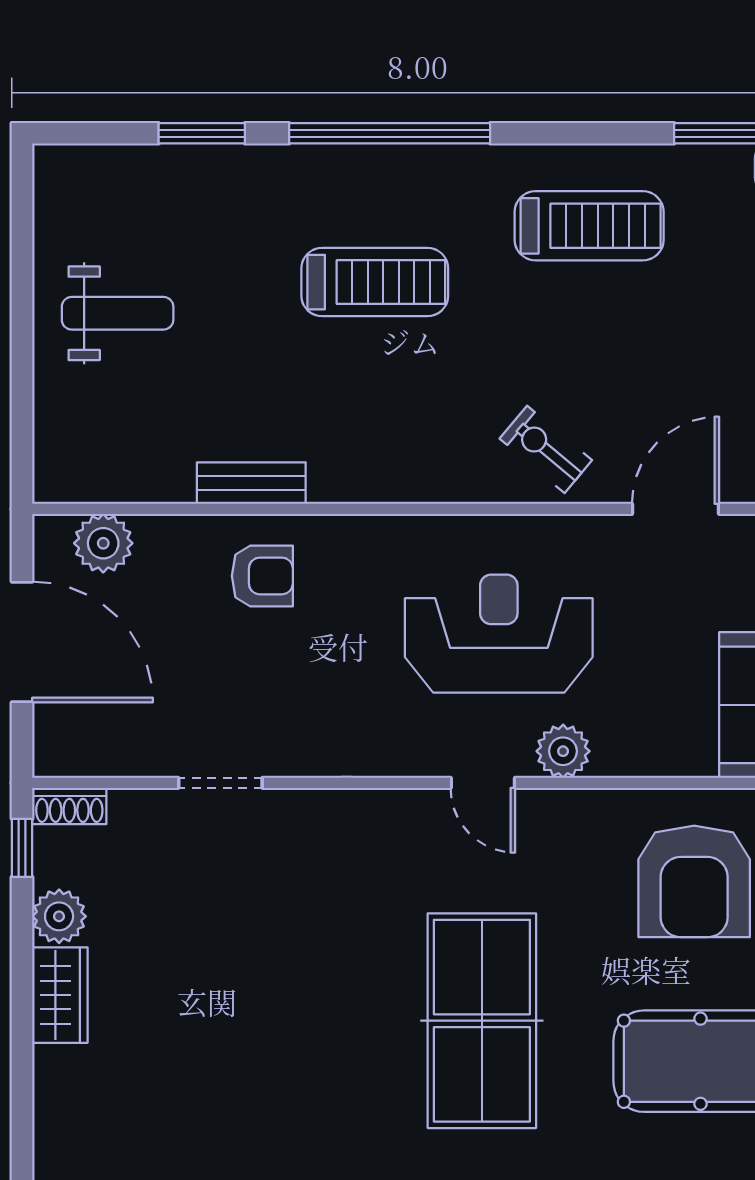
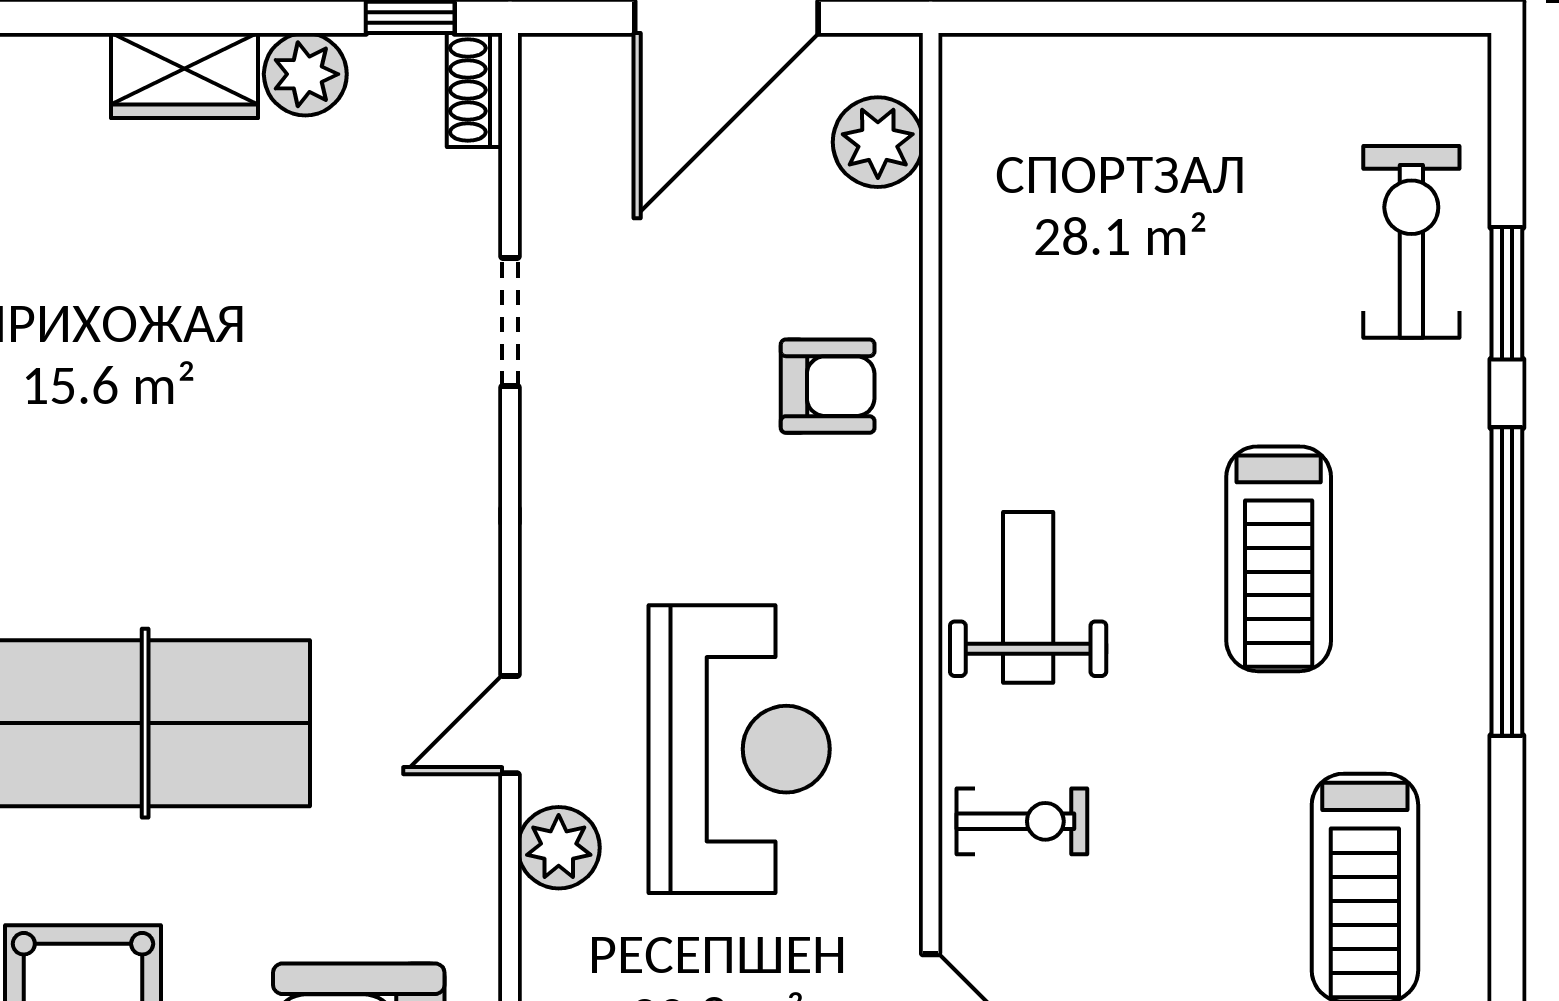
exercise bike: (168, 196) -> (1411, 242), added
weight bench: (118, 313) -> (1028, 597), moved, turned 180
exercise bike: (546, 449) -> (1022, 821), turned 50
bench: (251, 483) -> (970, 369), removed
armchair: (262, 576) -> (828, 386), turned -90

